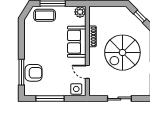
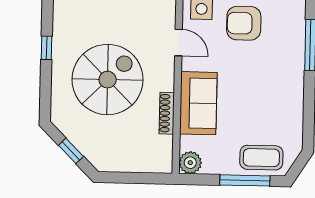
armchair: (33, 73) -> (244, 23), moved

